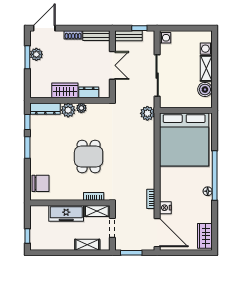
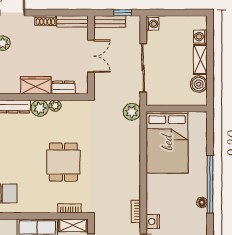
bed: (184, 140) -> (167, 142), width x0.73

